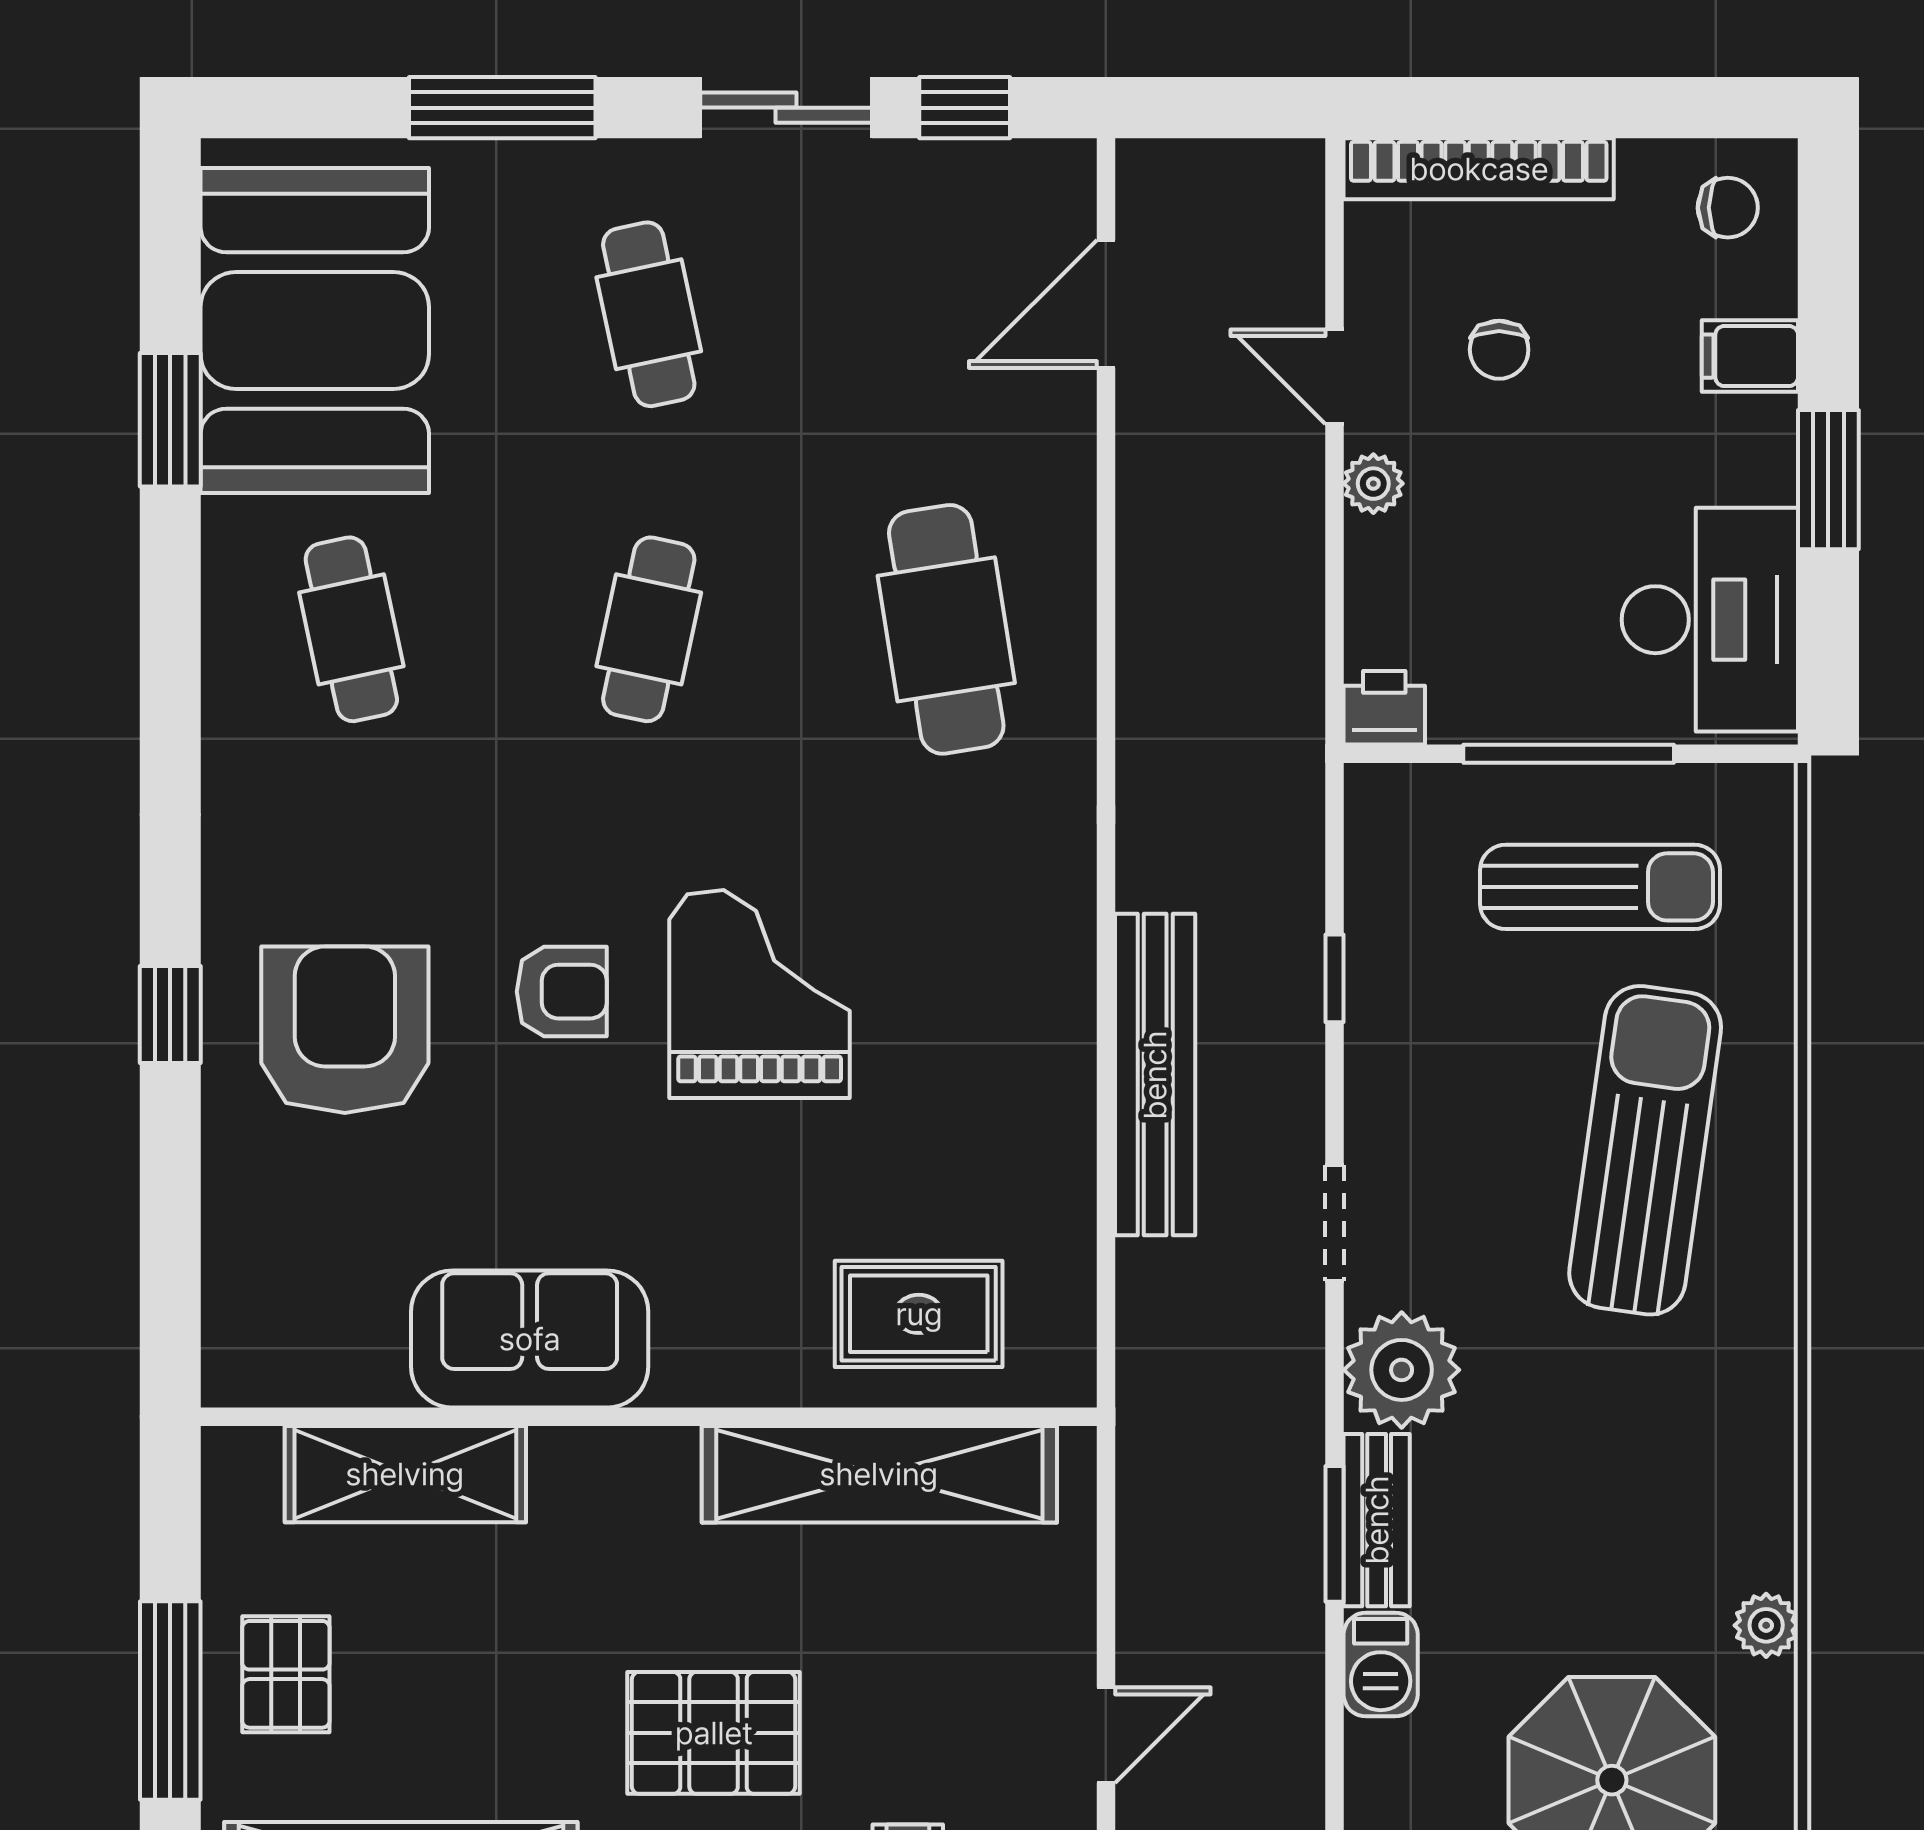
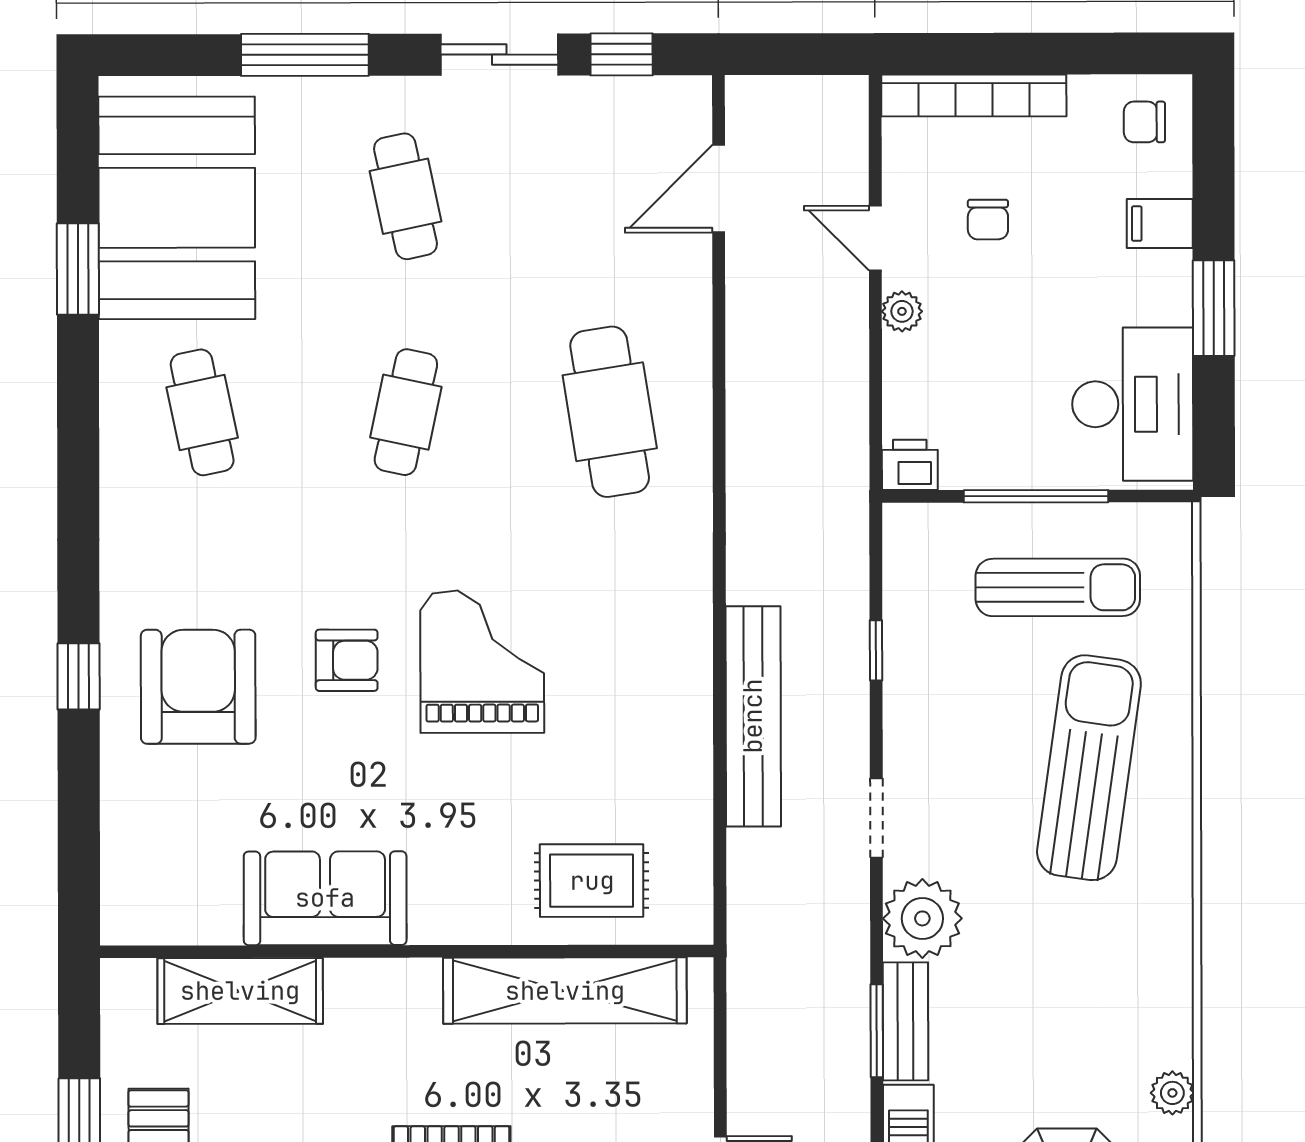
chair: (1728, 208) -> (1144, 122), turned 180

